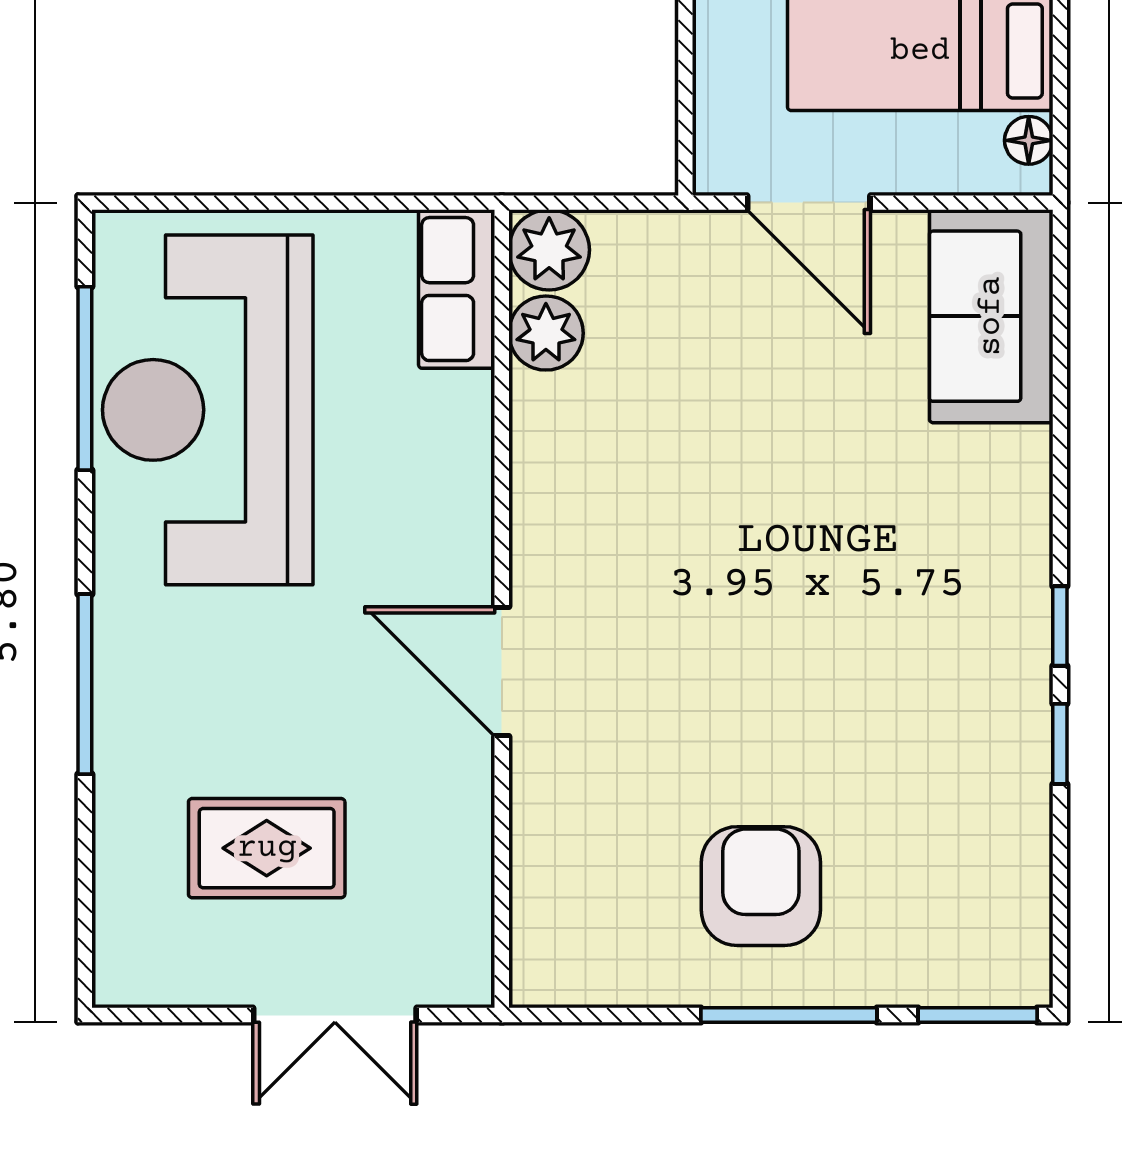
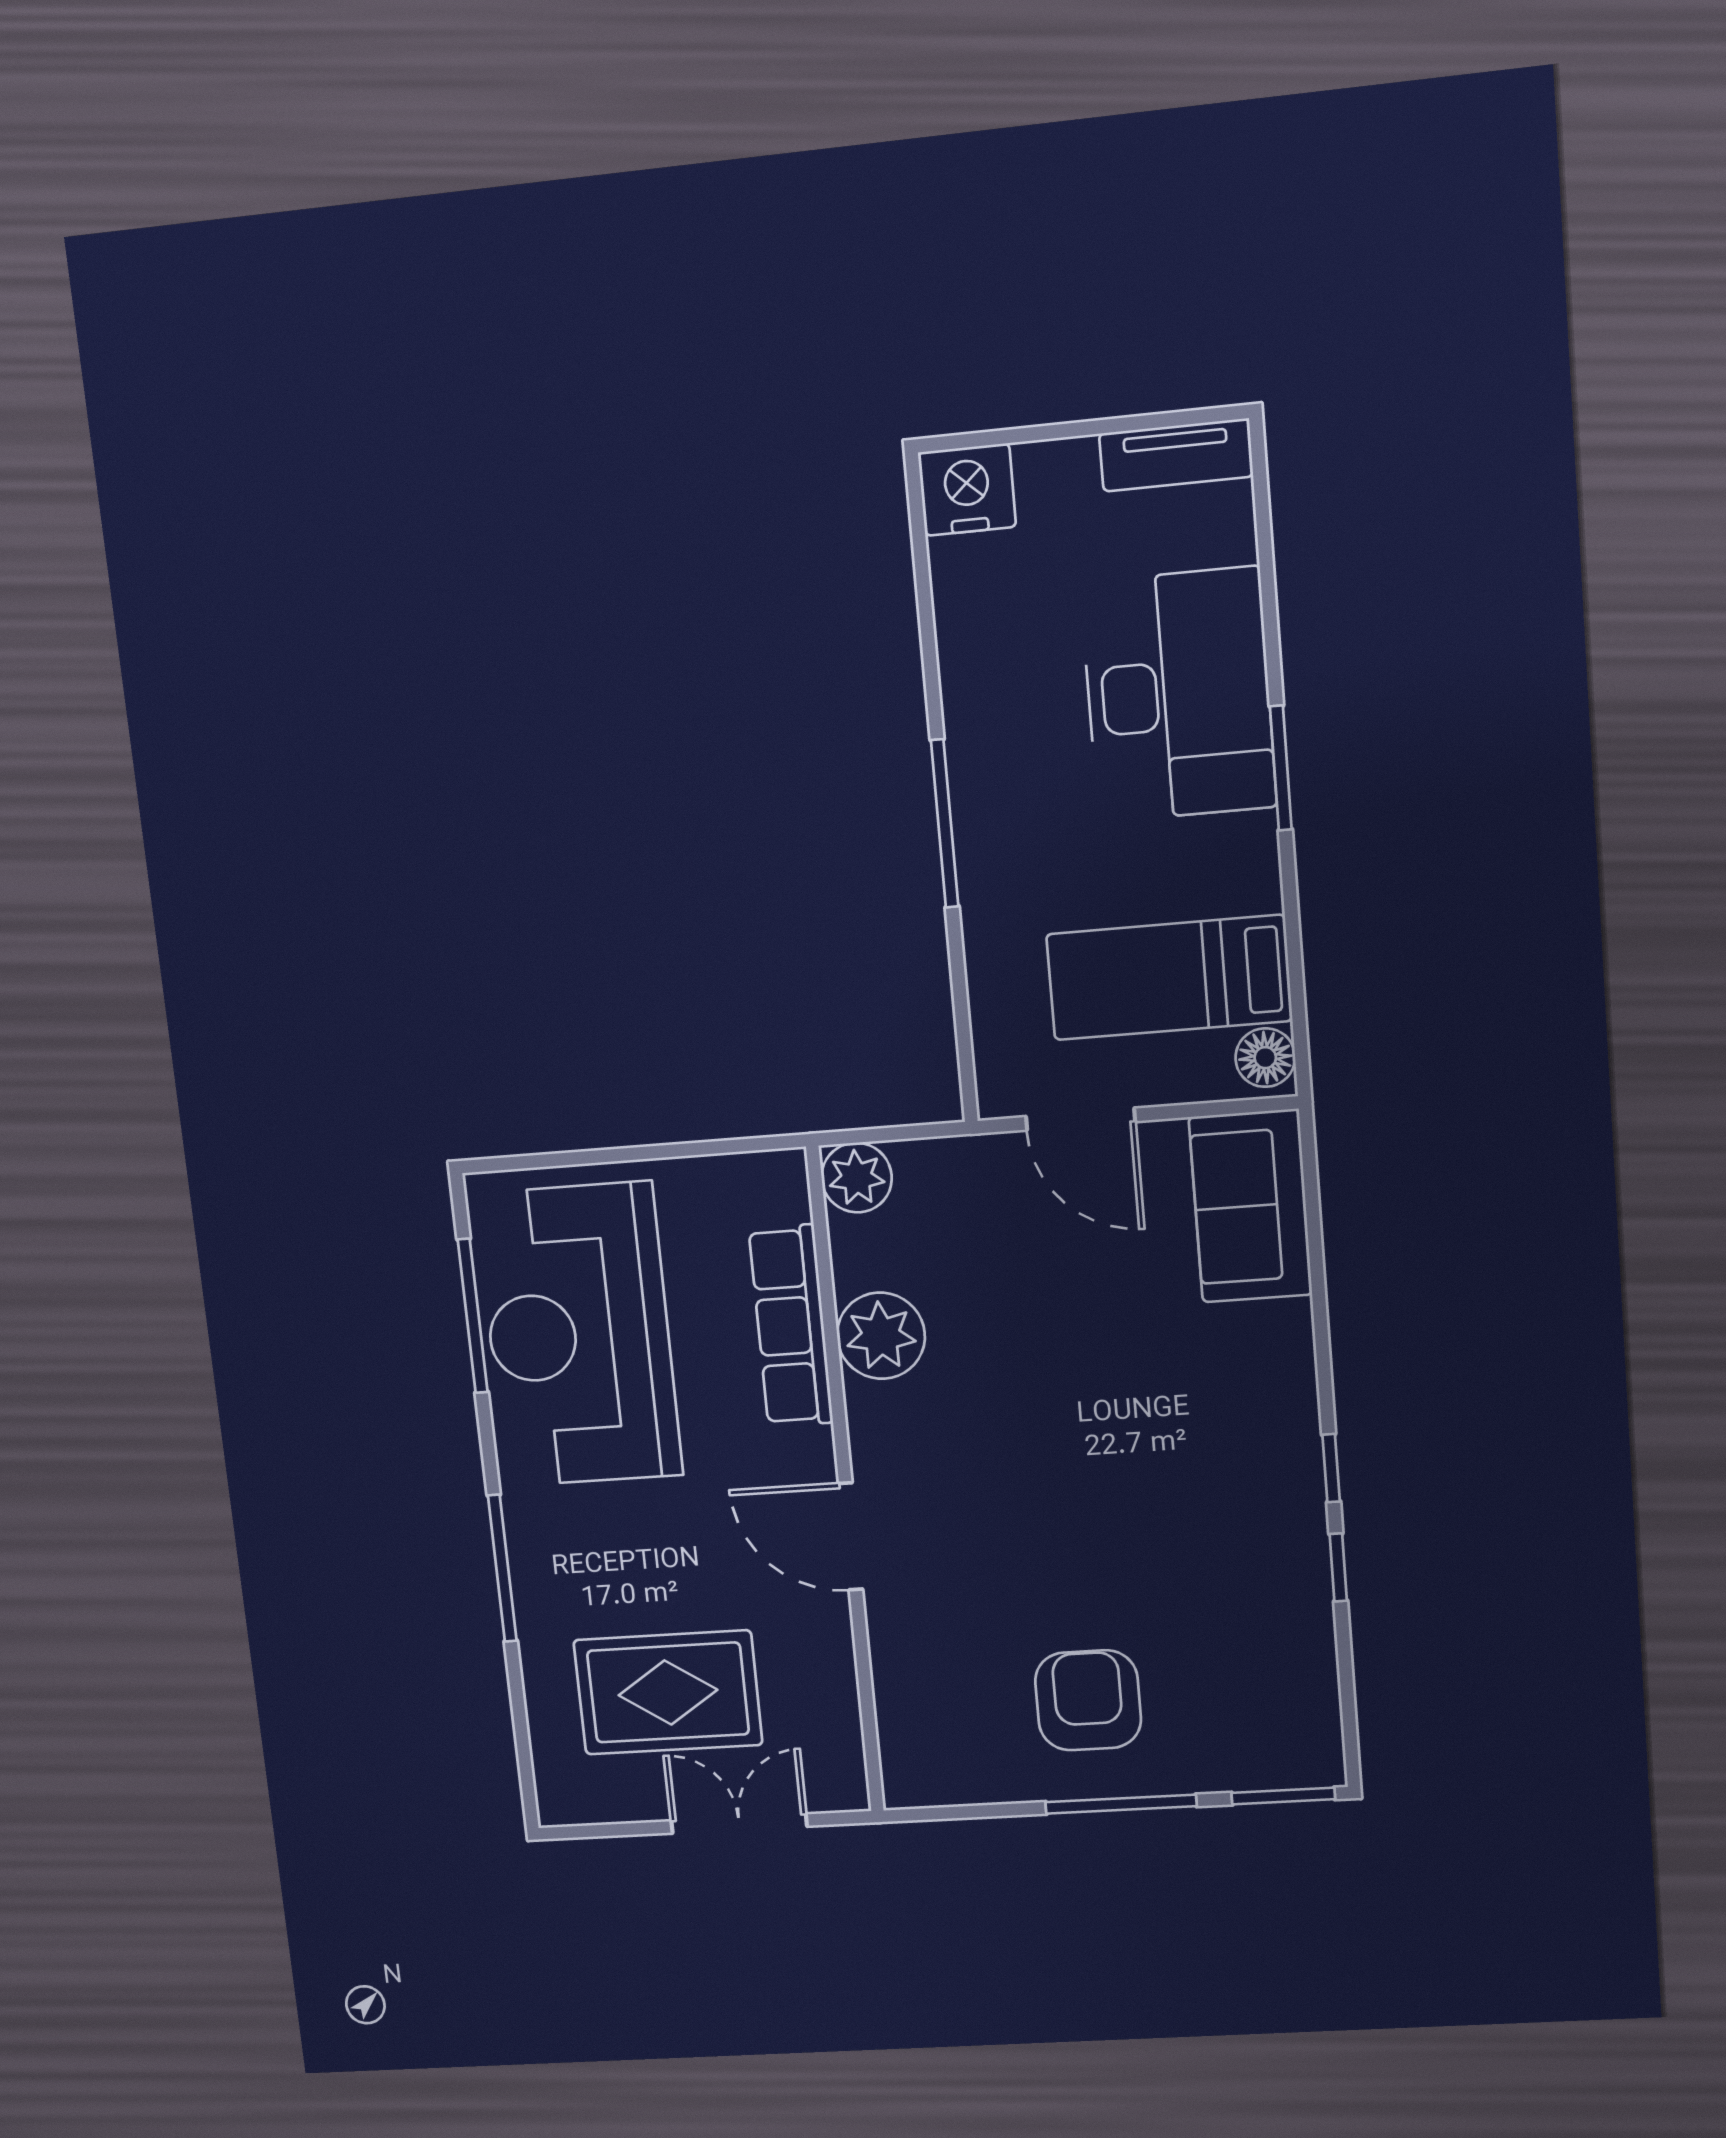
floor lamp: (1029, 140) -> (1265, 1058), width x1.37, depth x1.37
row of seats: (457, 289) -> (791, 1326), moved, width x1.48
plant: (546, 333) -> (881, 1336), moved, width x1.36, depth x1.36
rug: (267, 848) -> (668, 1693), width x1.36, depth x1.43
double door: (335, 1015) -> (739, 1824), swing flipped

